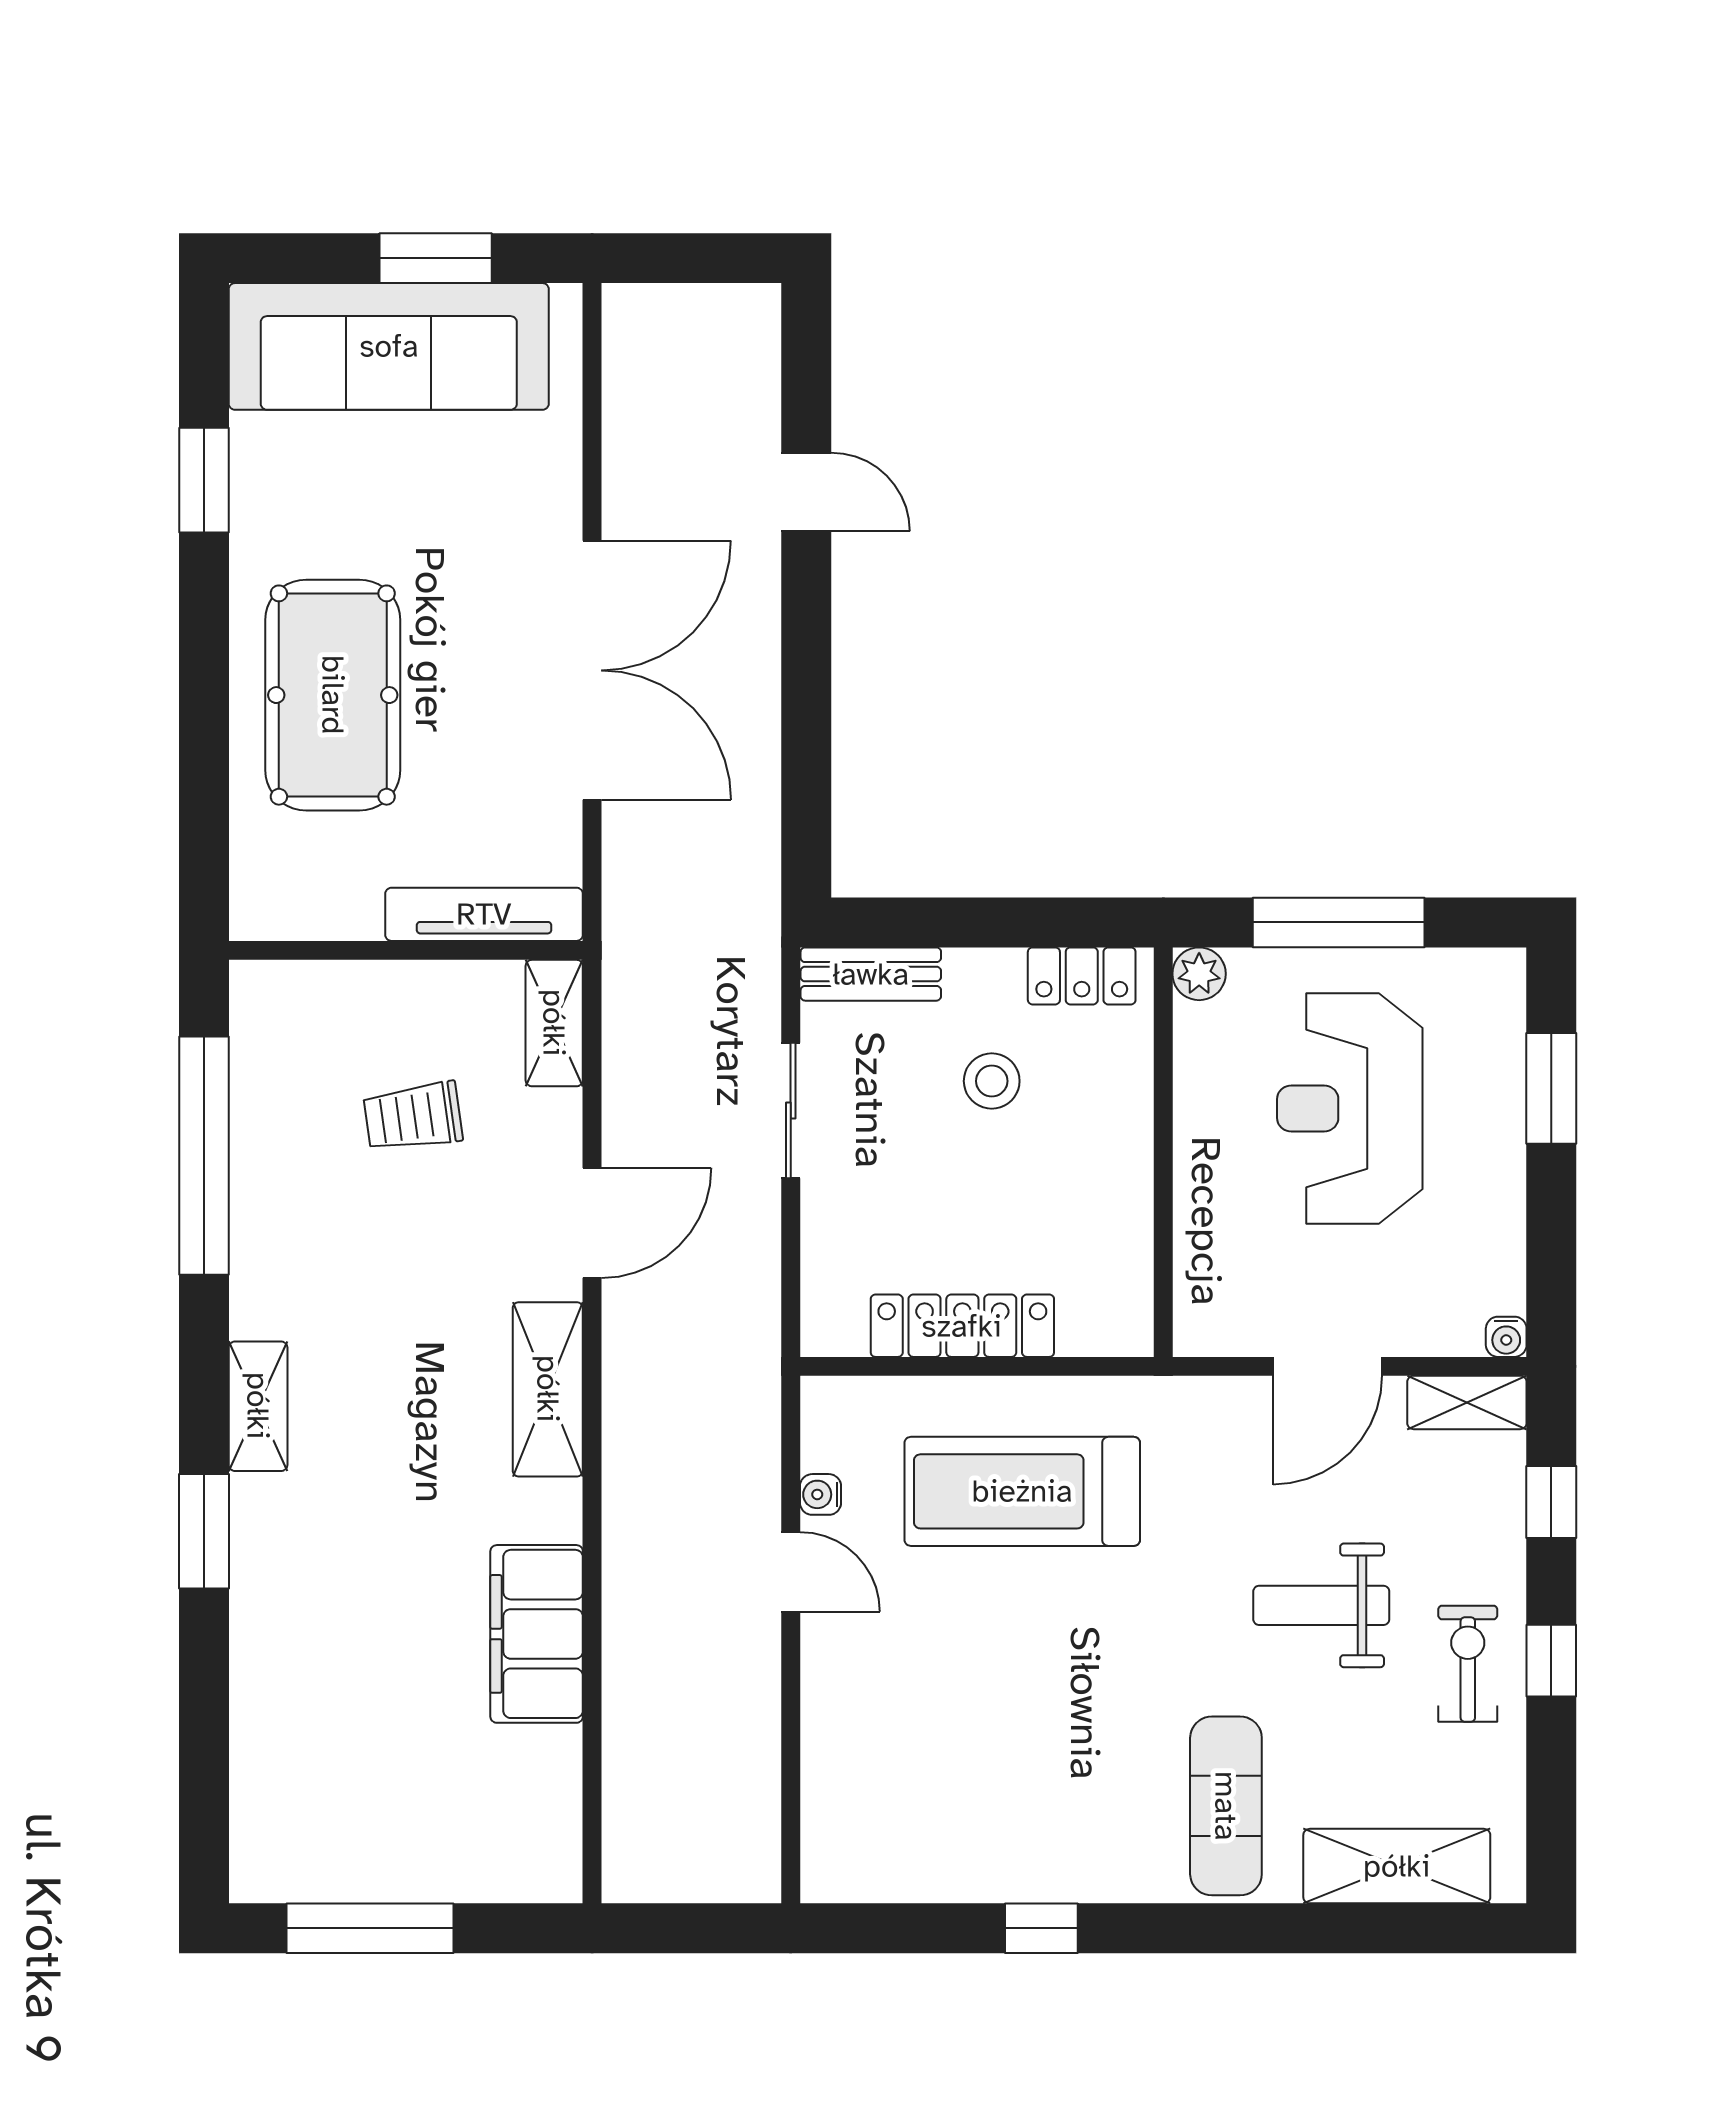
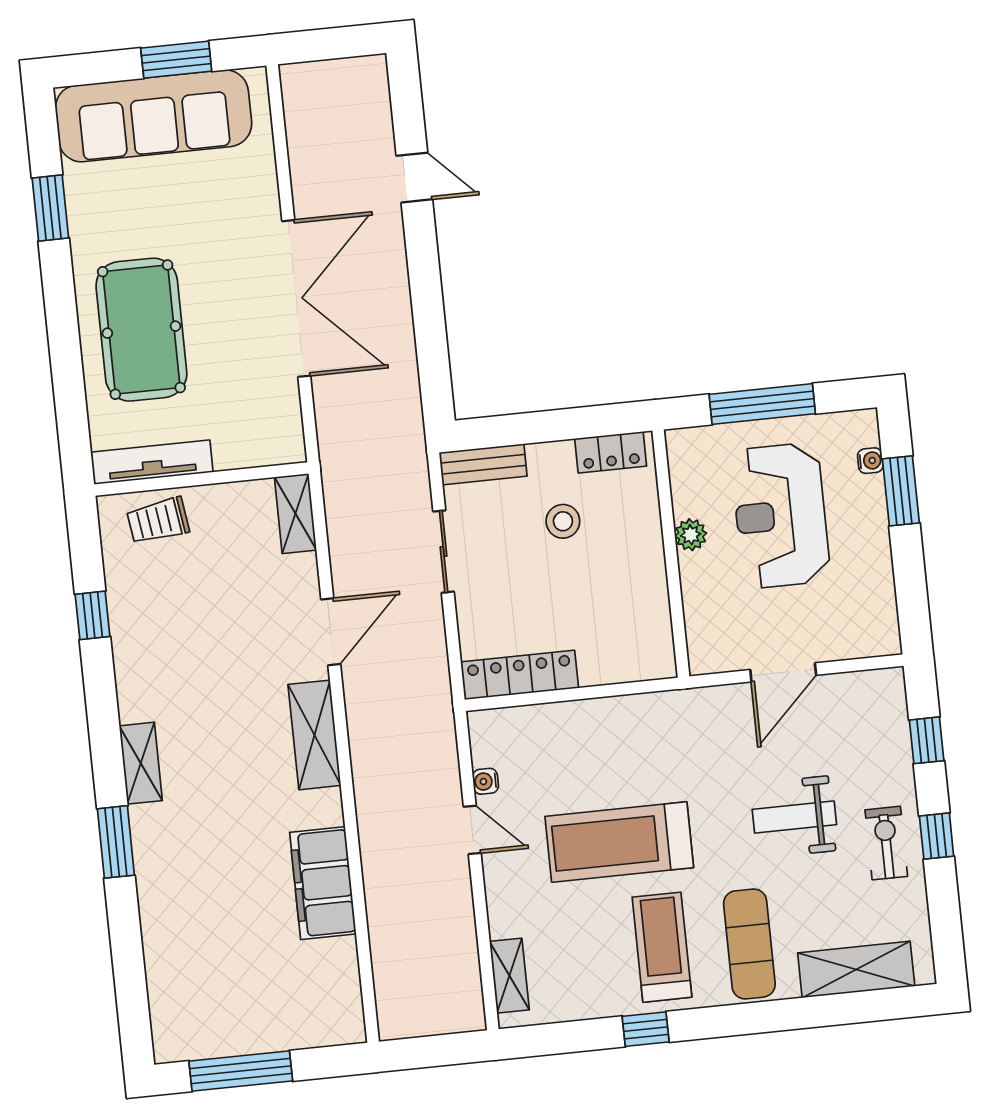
tv unit: (484, 914) -> (152, 462), moved
plant: (1199, 974) -> (691, 535), moved
trolley: (413, 1117) -> (158, 521), moved
window: (204, 1156) -> (92, 615), width x0.32
locker: (962, 1326) -> (520, 675), moved
water cooler: (1506, 1337) -> (870, 461), moved, turned -90
shelving: (1467, 1402) -> (509, 976), moved, turned 90
treadmill: (1022, 1491) -> (619, 842), moved
treadmill: (1082, 1796) -> (662, 947), added

